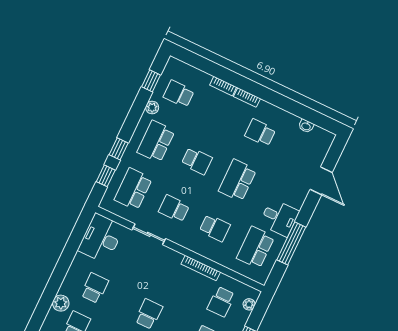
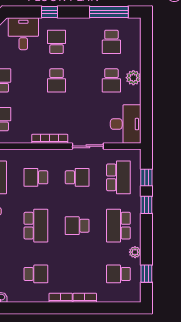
school desk: (179, 94) -> (118, 274), turned 180
school desk: (156, 141) -> (118, 226), turned 180
bookcase: (201, 268) -> (50, 139), moved
plant: (61, 303) -> (133, 78), moved

